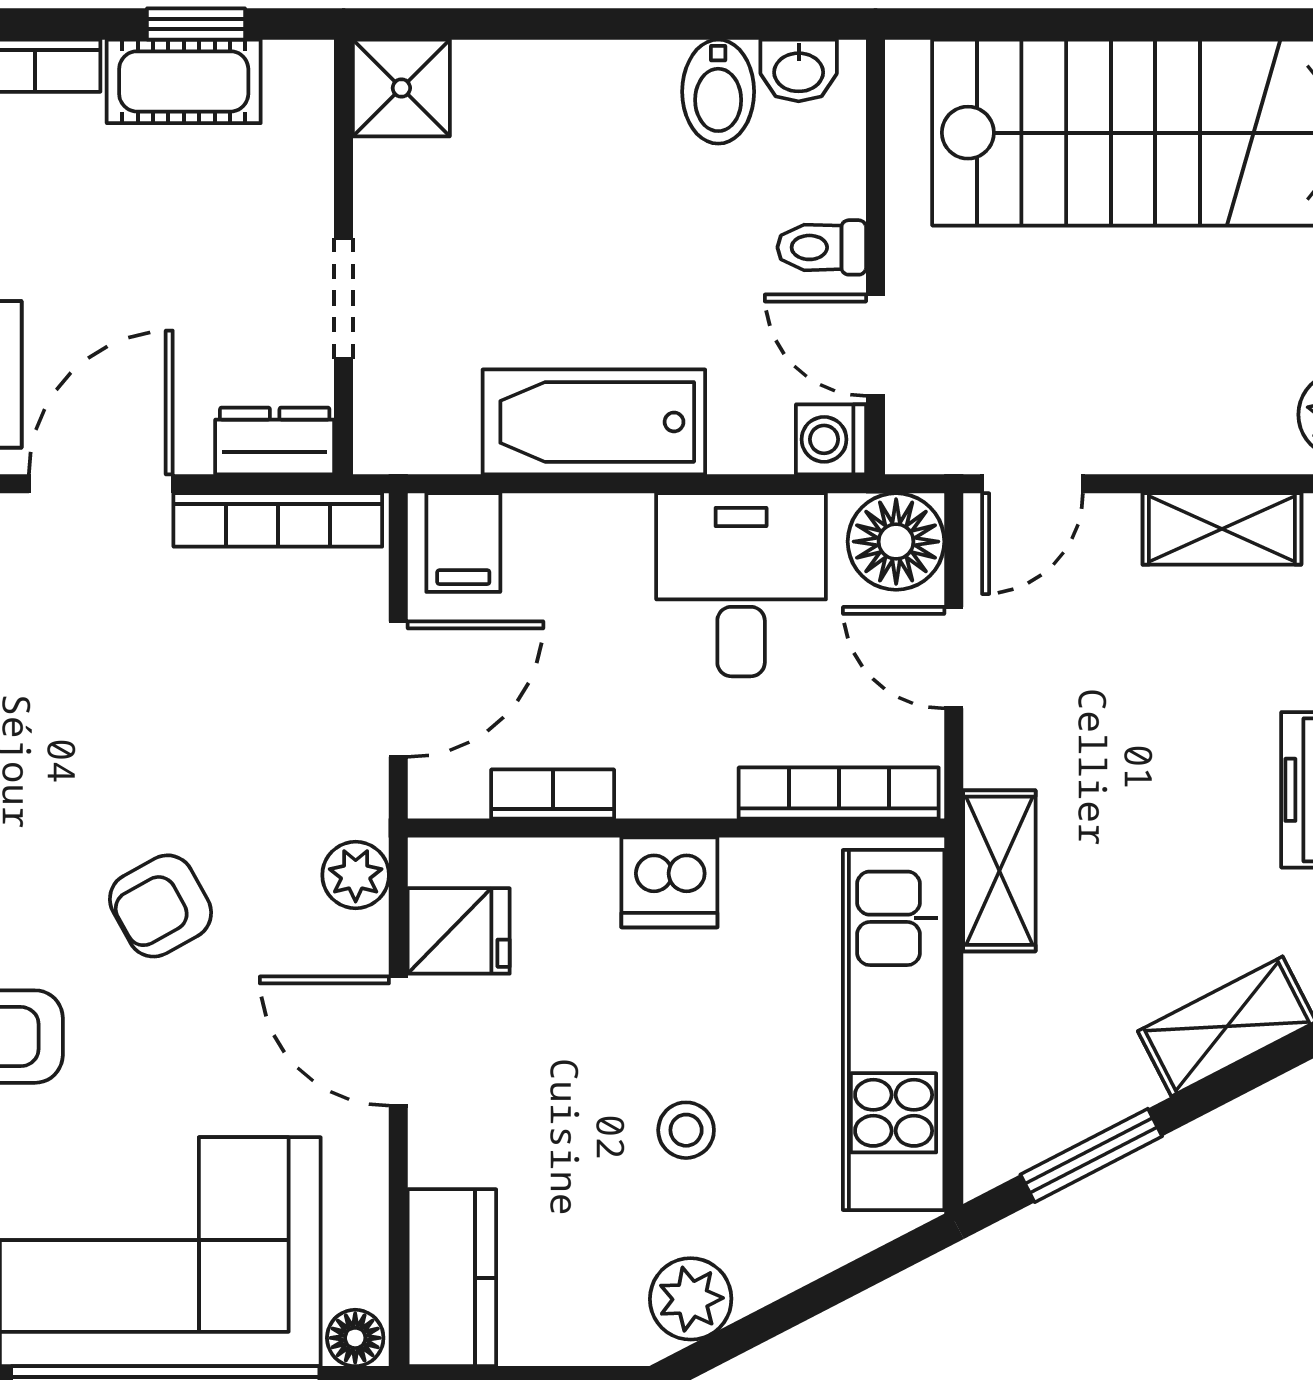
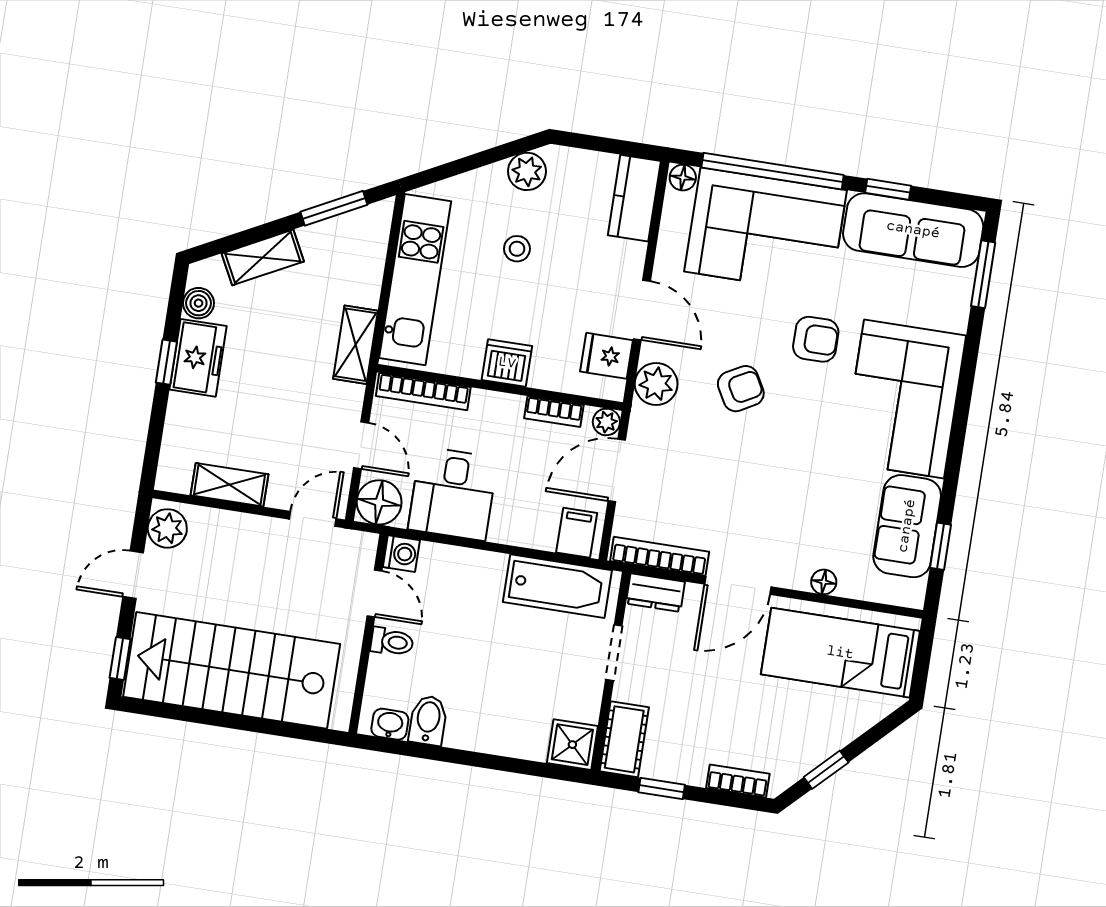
cot: (184, 81) -> (624, 739), moved, turned 90
bathtub: (594, 422) -> (557, 586), moved
plant: (437, 790) -> (606, 422), added
plant: (356, 875) -> (656, 384), width x1.38, depth x1.38

